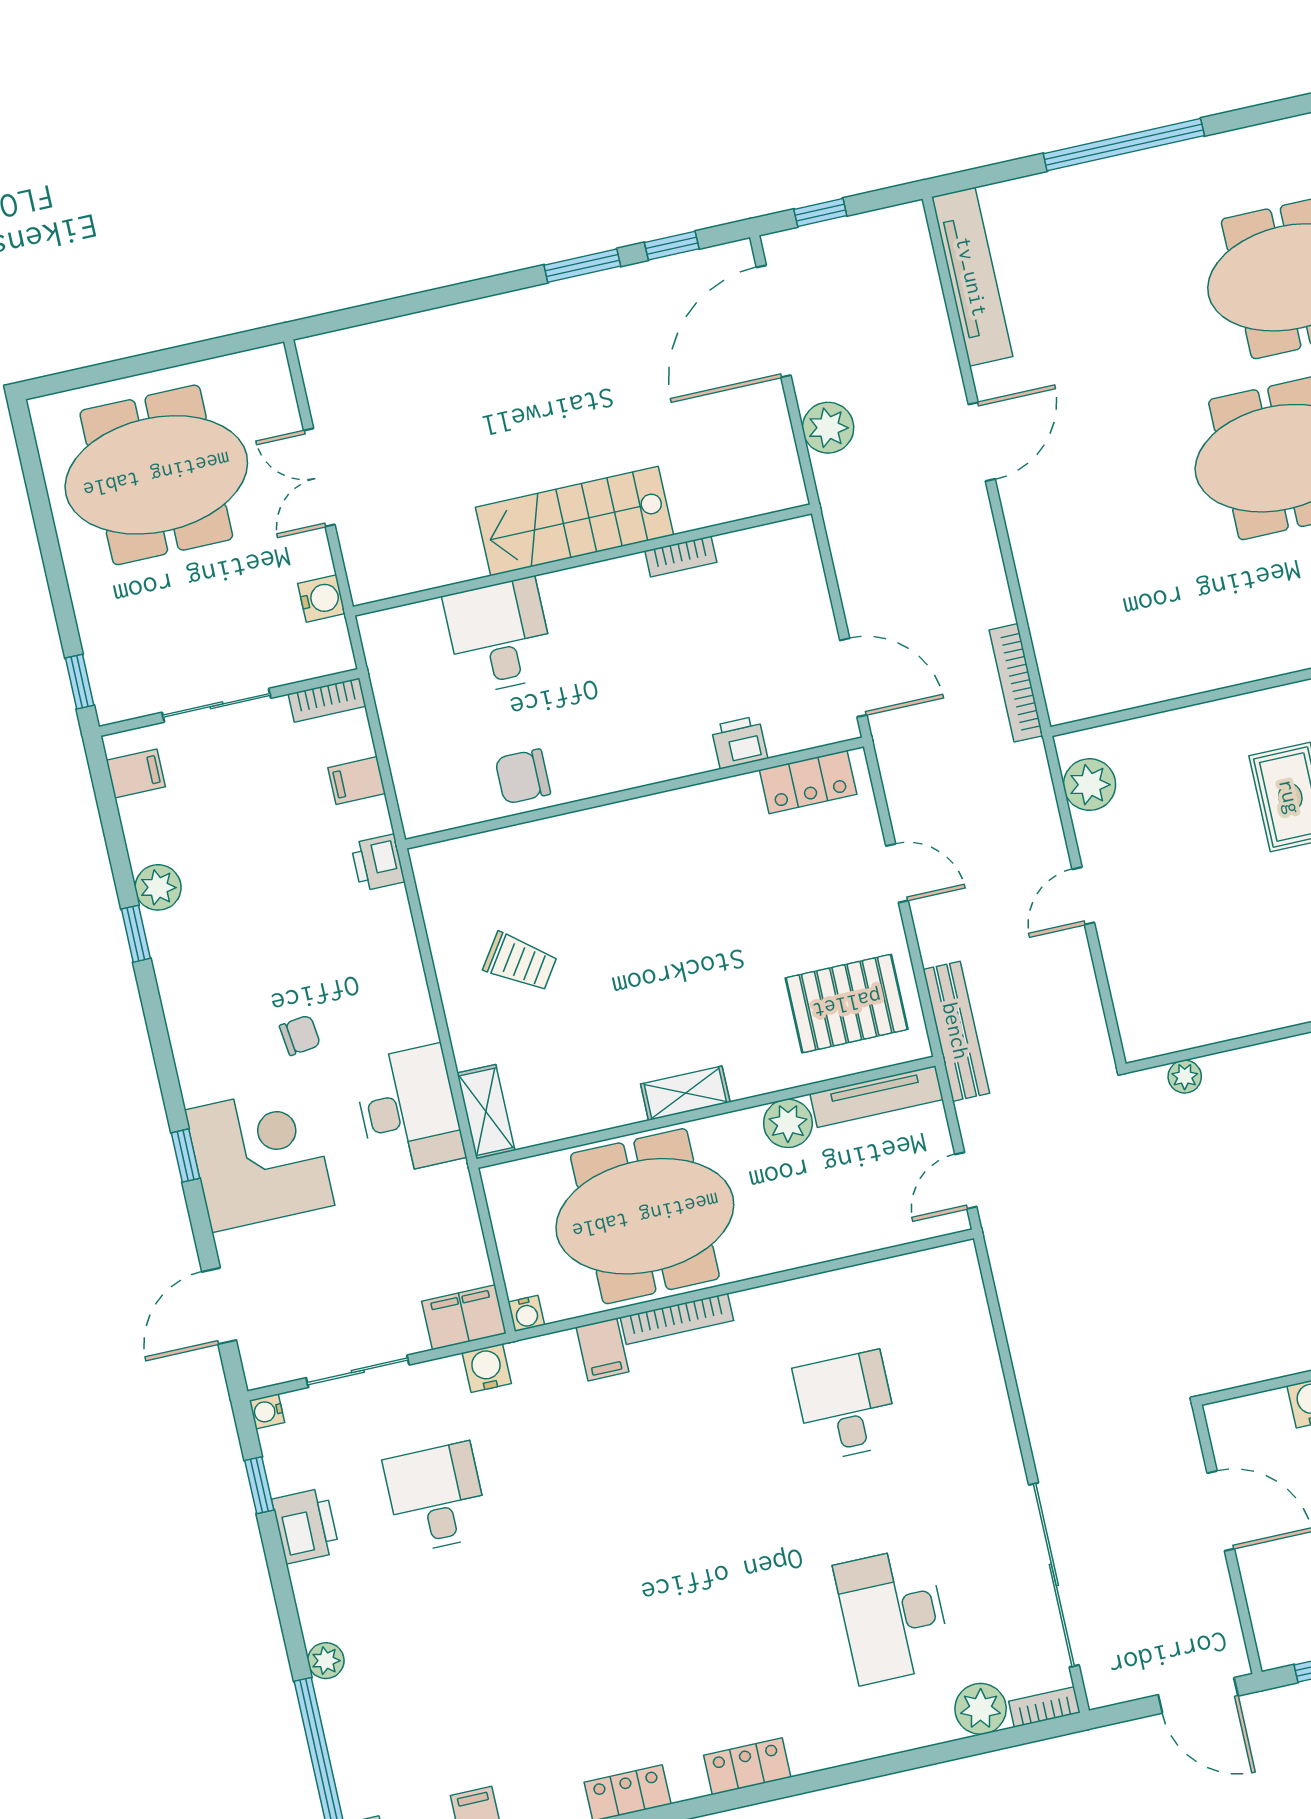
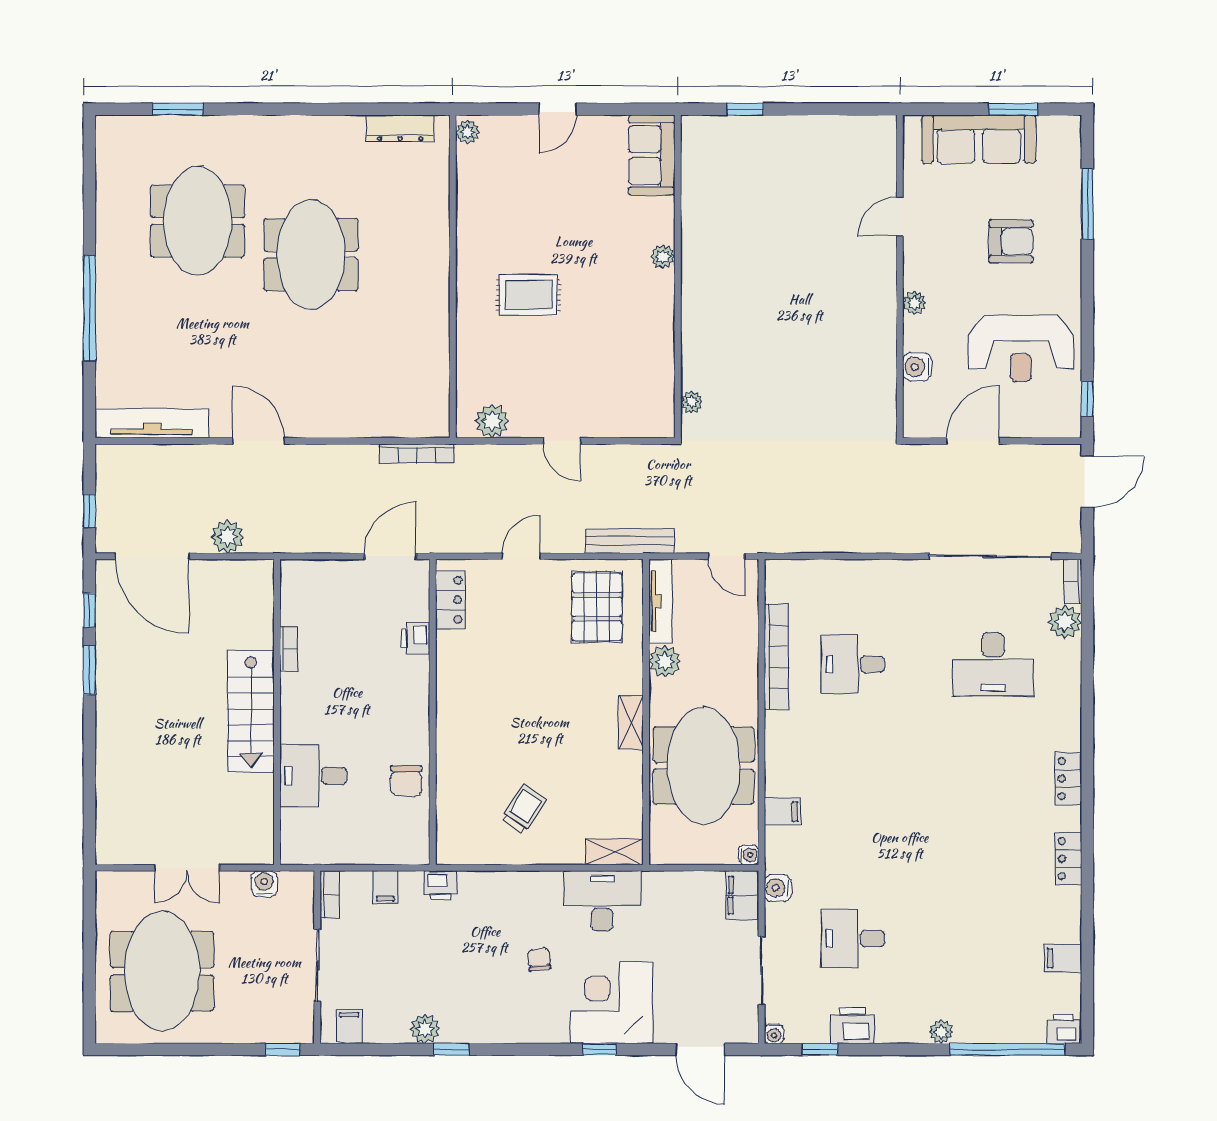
bookcase: (677, 1319) -> (776, 657), moved, width x1.48, depth x1.31

